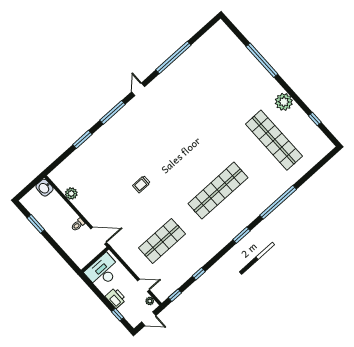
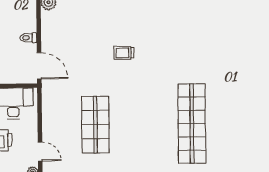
shop shelf: (218, 191) -> (192, 124), turned 90
shop shelf: (162, 241) -> (95, 125), turned 90

